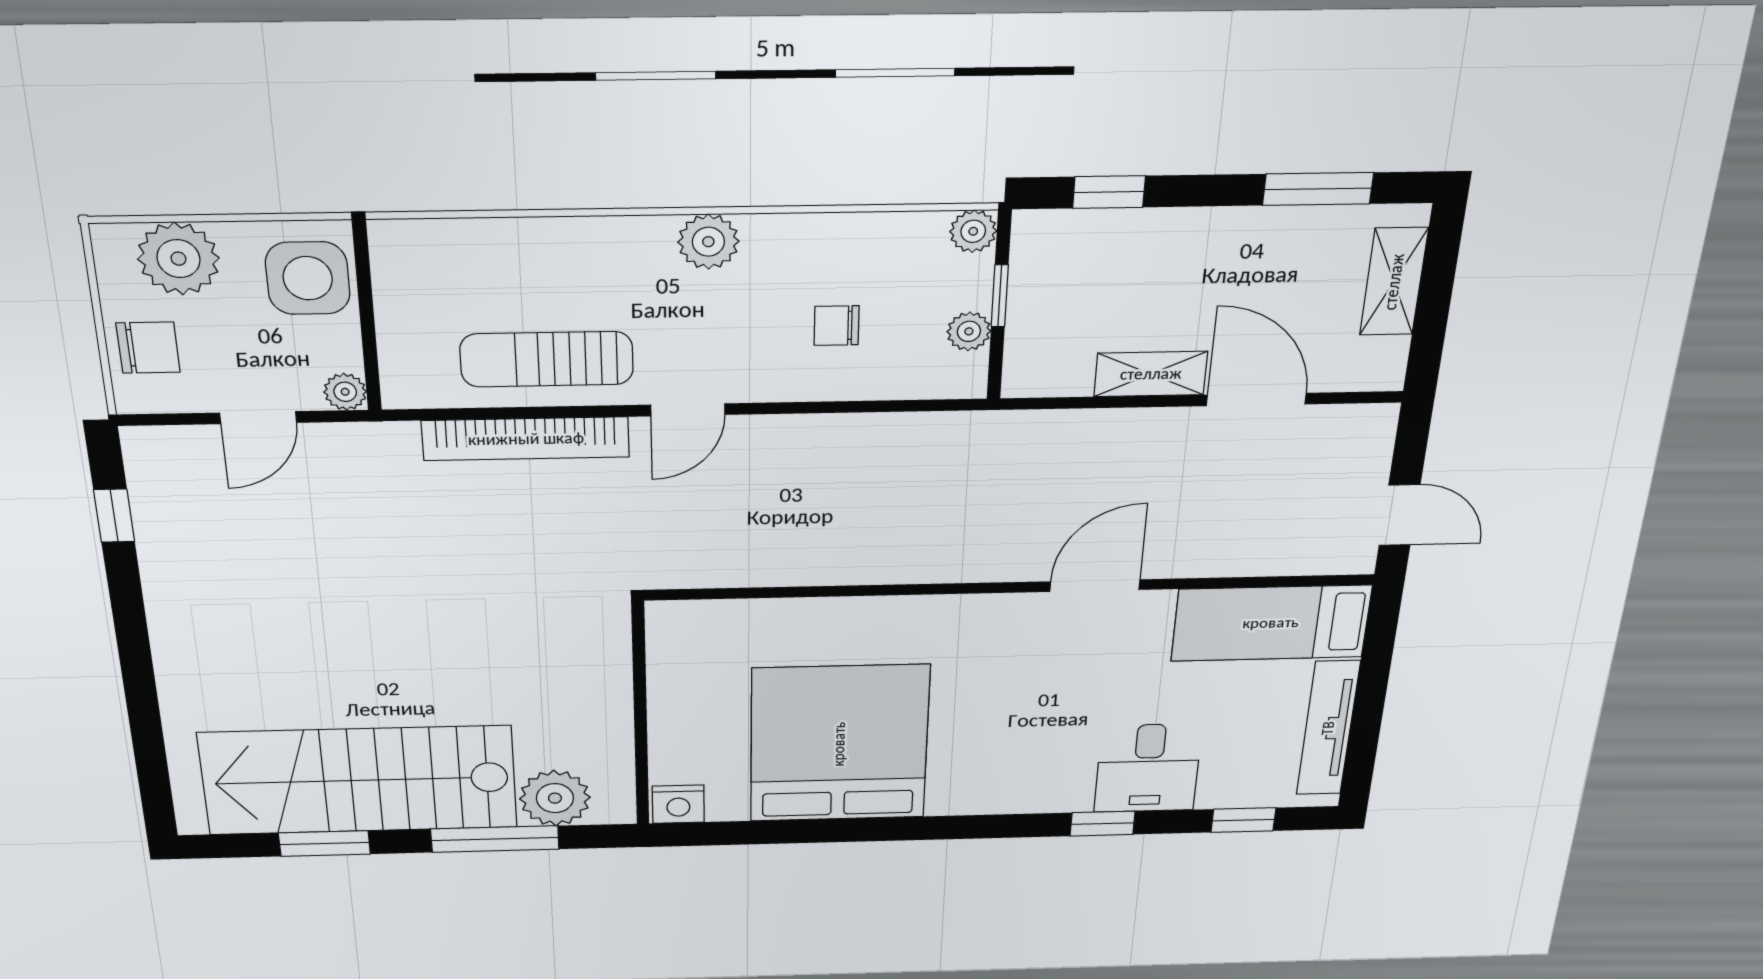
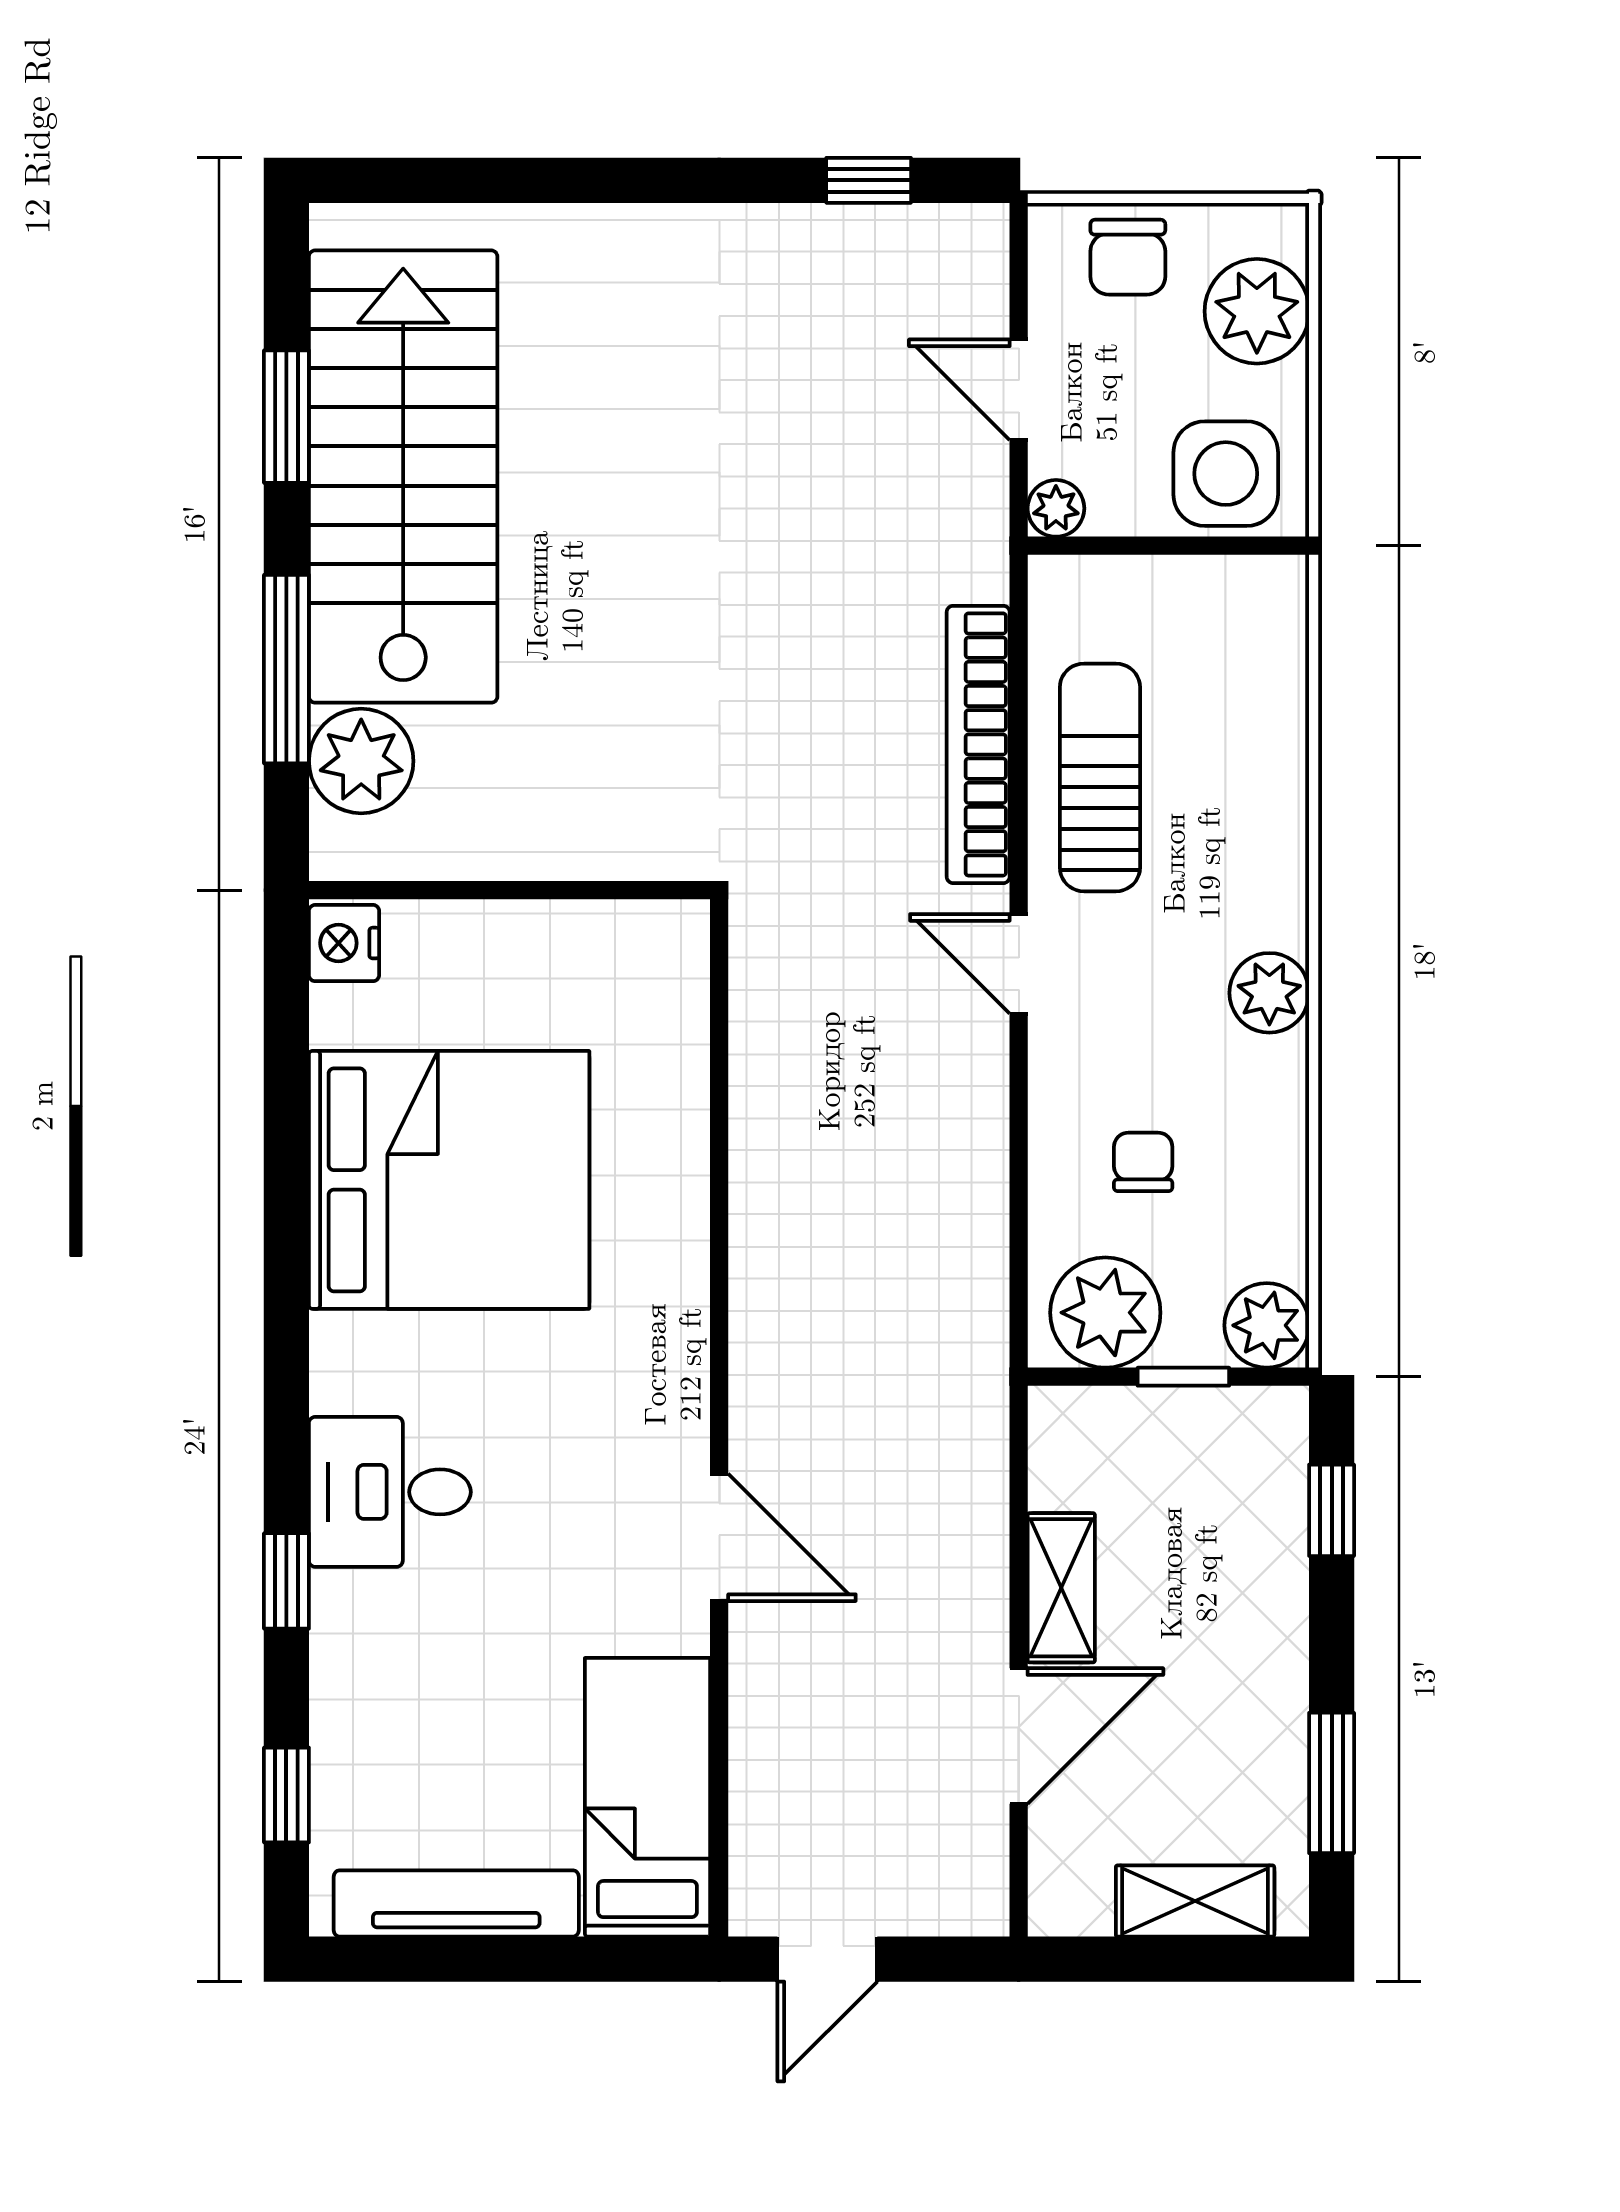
plant: (973, 231) -> (1267, 1325), width x1.38, depth x1.38
plant: (969, 331) -> (1105, 1313), width x1.87, depth x1.87
desk: (1148, 768) -> (390, 1492), moved

